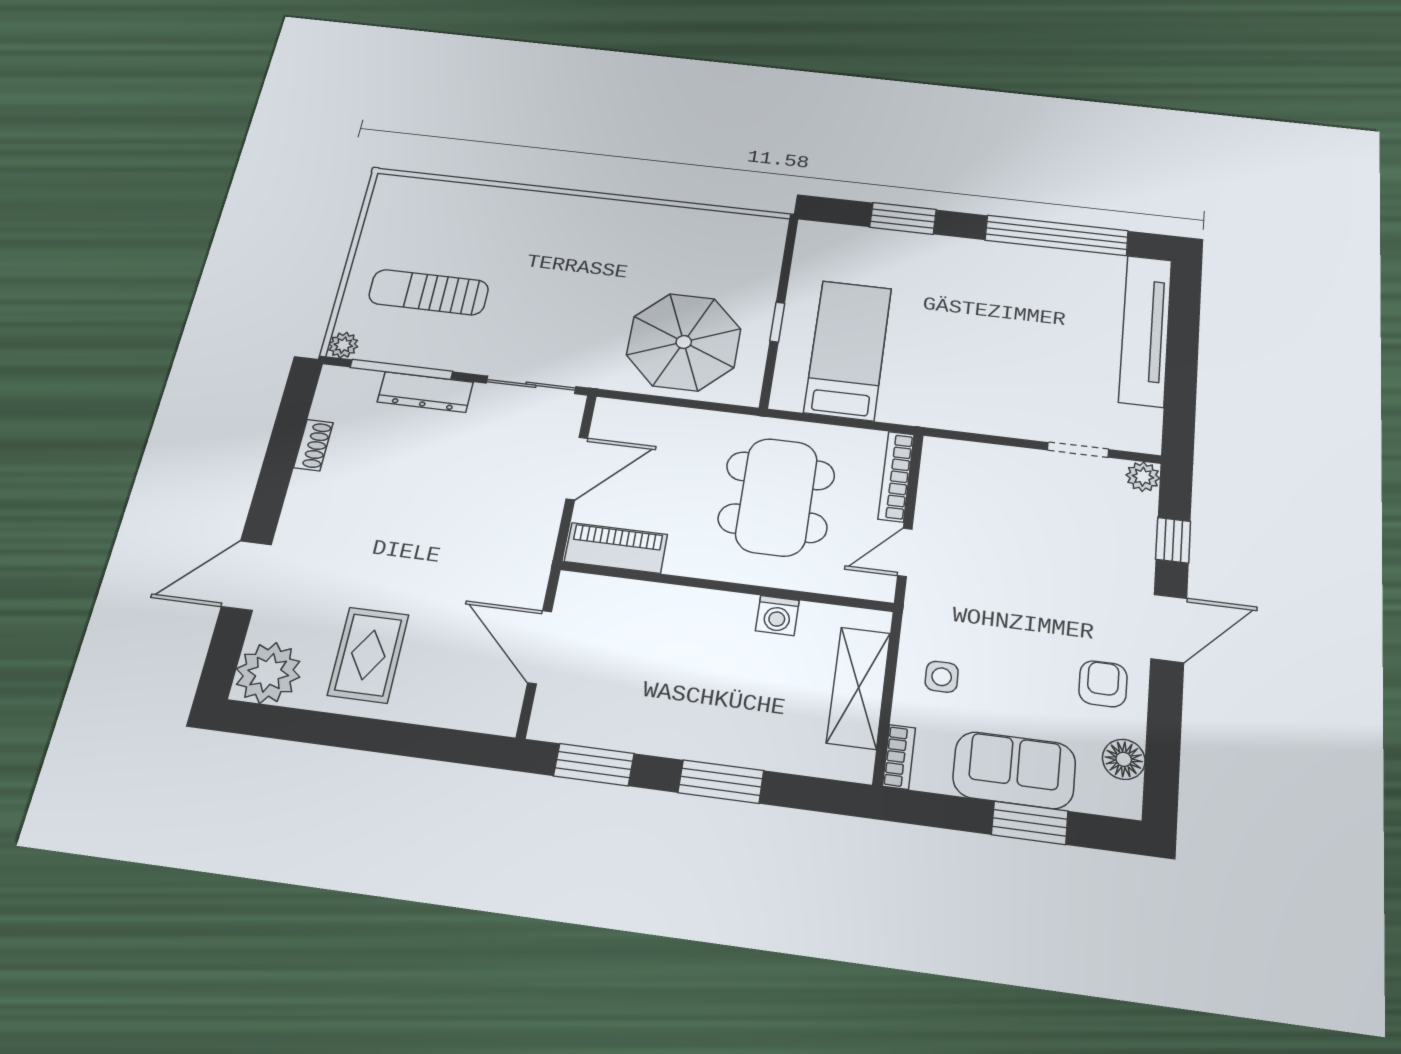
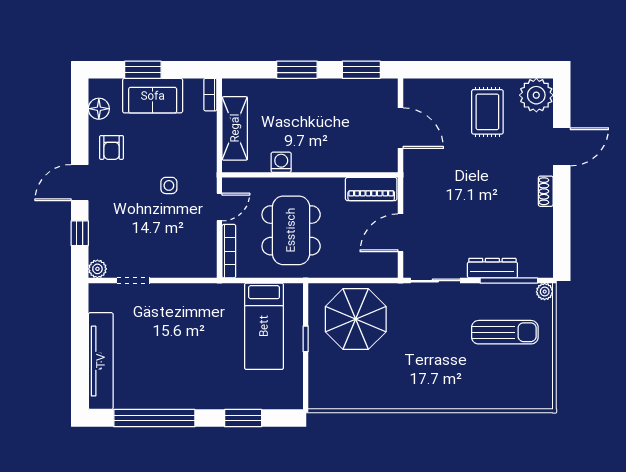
shoe rack: (313, 445) -> (546, 191), moved
side table: (942, 677) -> (169, 185), moved

